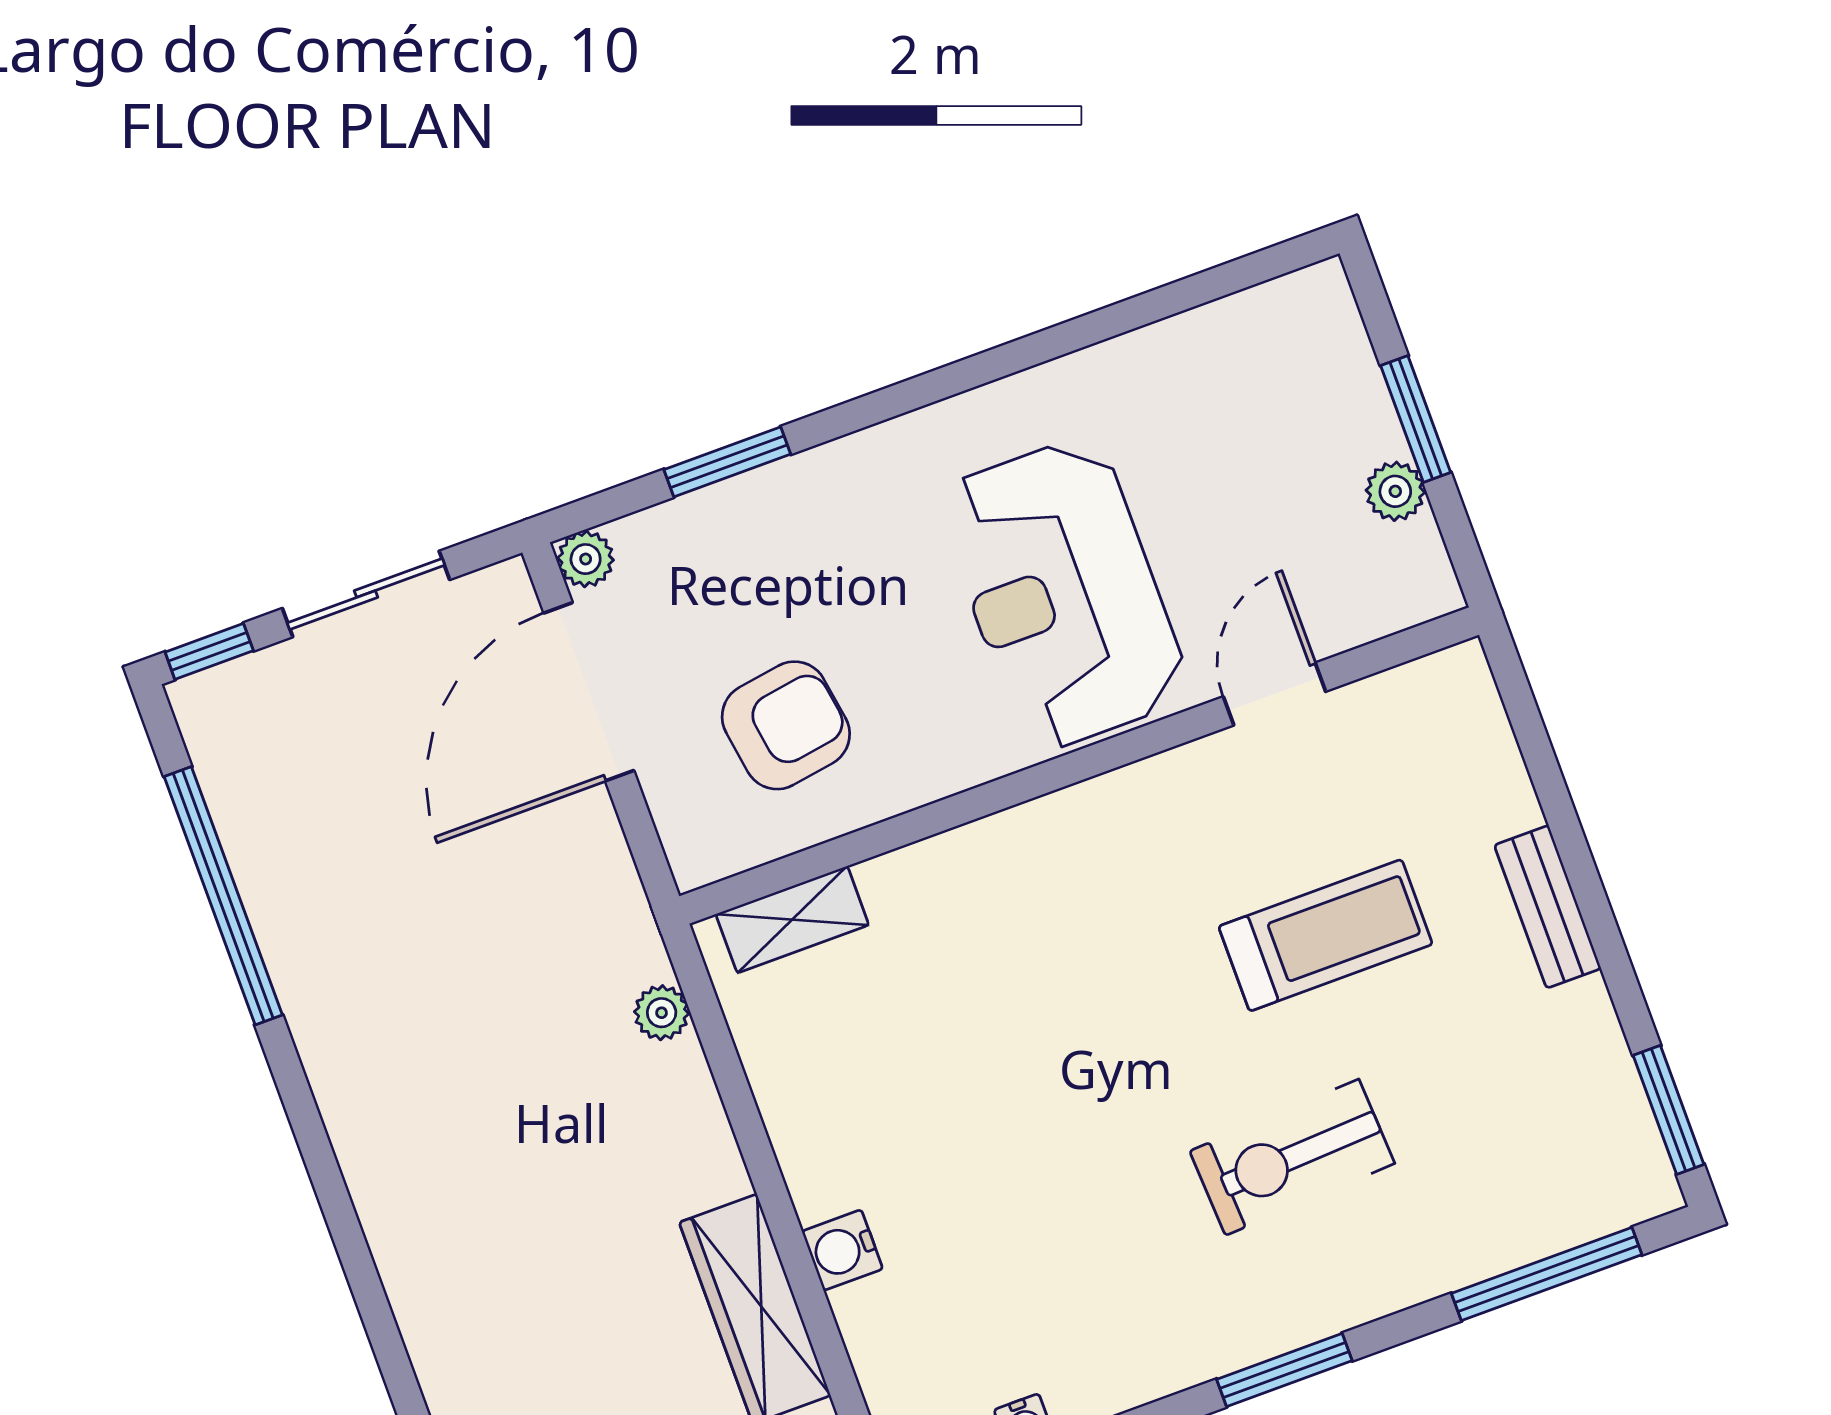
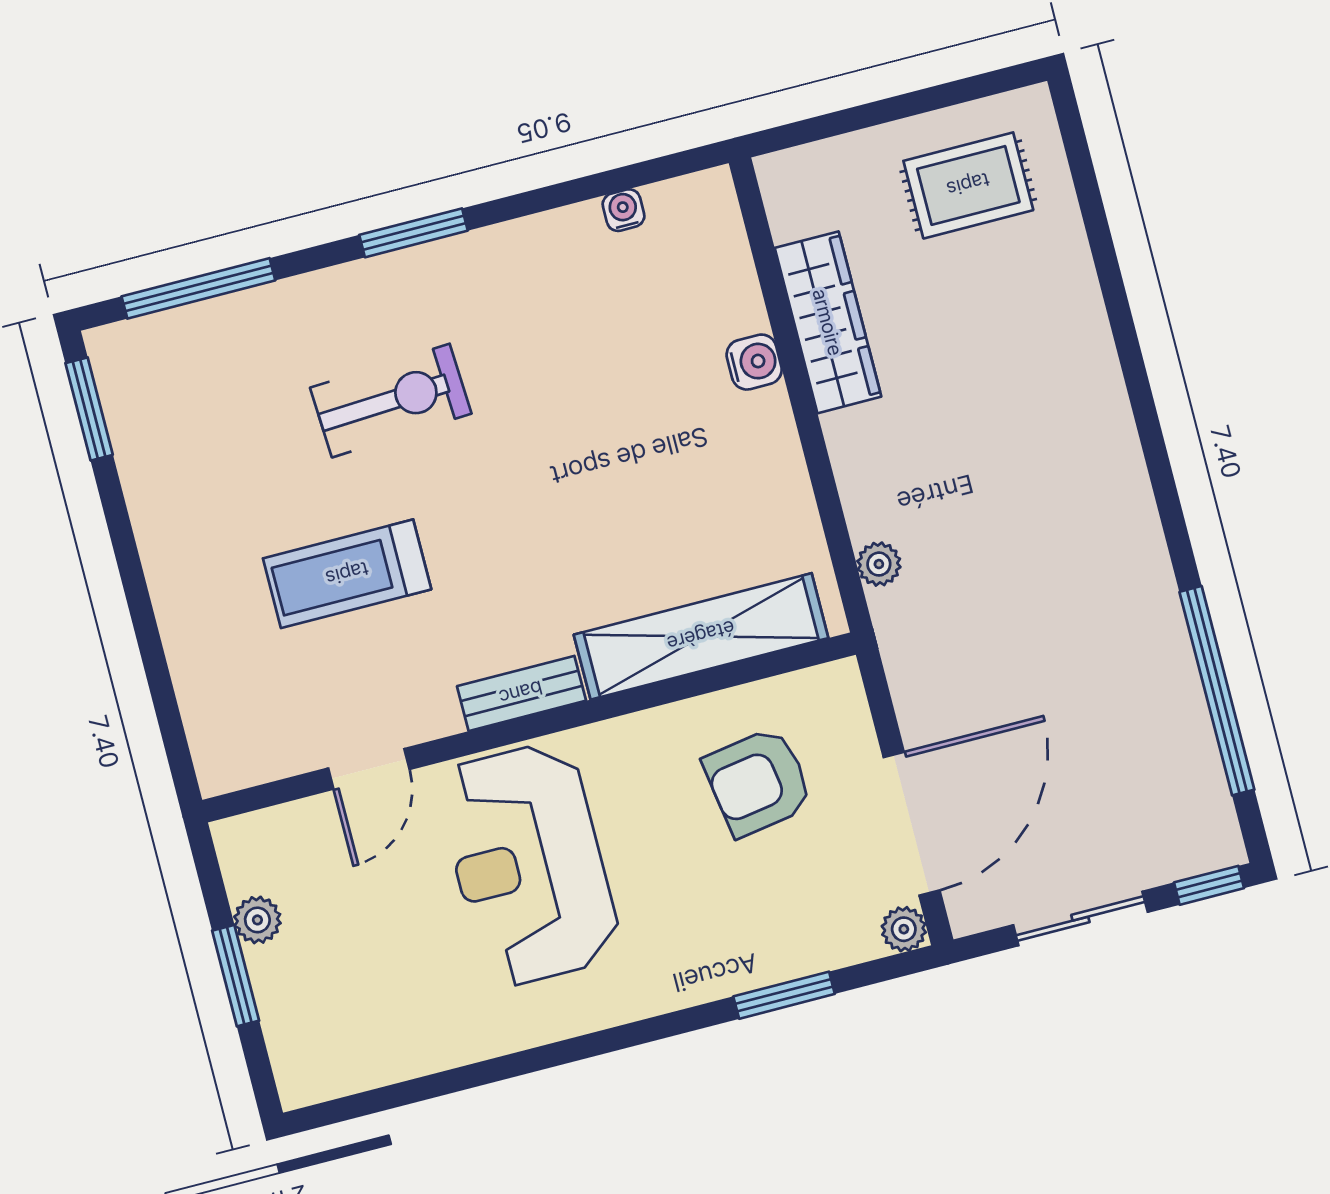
reception desk: (1063, 594) -> (528, 864), turned 180
bench: (1548, 907) -> (521, 693), moved, turned 90
shelving: (792, 920) -> (701, 636), width x2.20, depth x1.33

